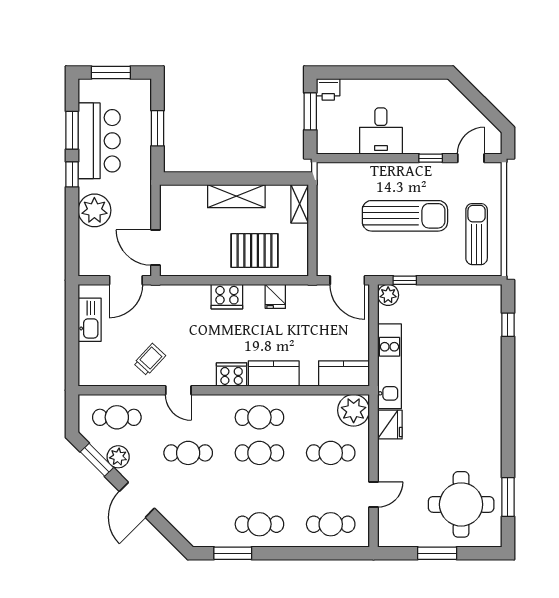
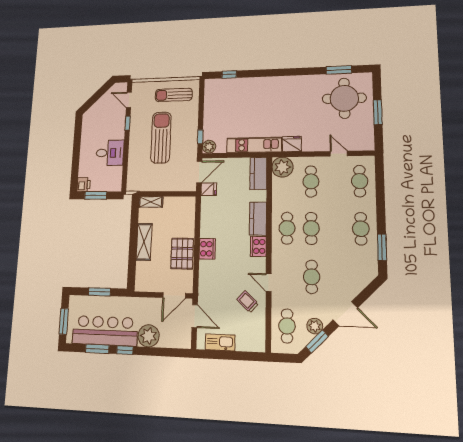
bar counter: (99, 141) -> (105, 331), width x1.36
pallet: (255, 251) -> (182, 253), moved
fridge: (275, 296) -> (209, 189), moved
door: (178, 390) -> (269, 283), swing flipped

